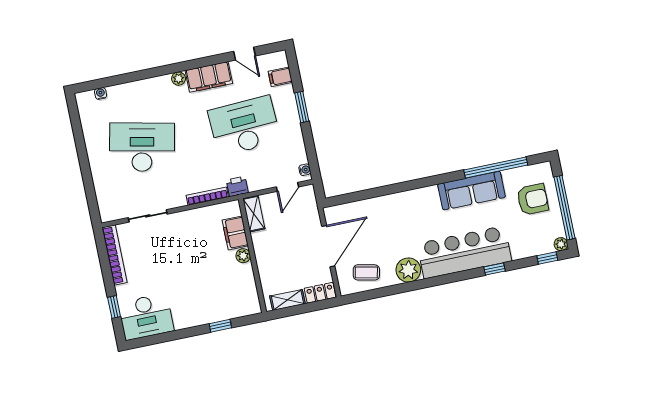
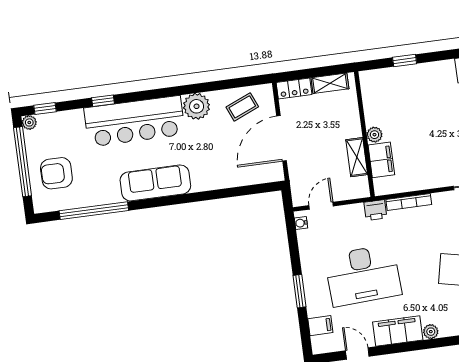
sofa: (472, 191) -> (155, 183), moved
shelving: (254, 214) -> (357, 157), moved
coffee table: (366, 272) -> (242, 107), turned -35

